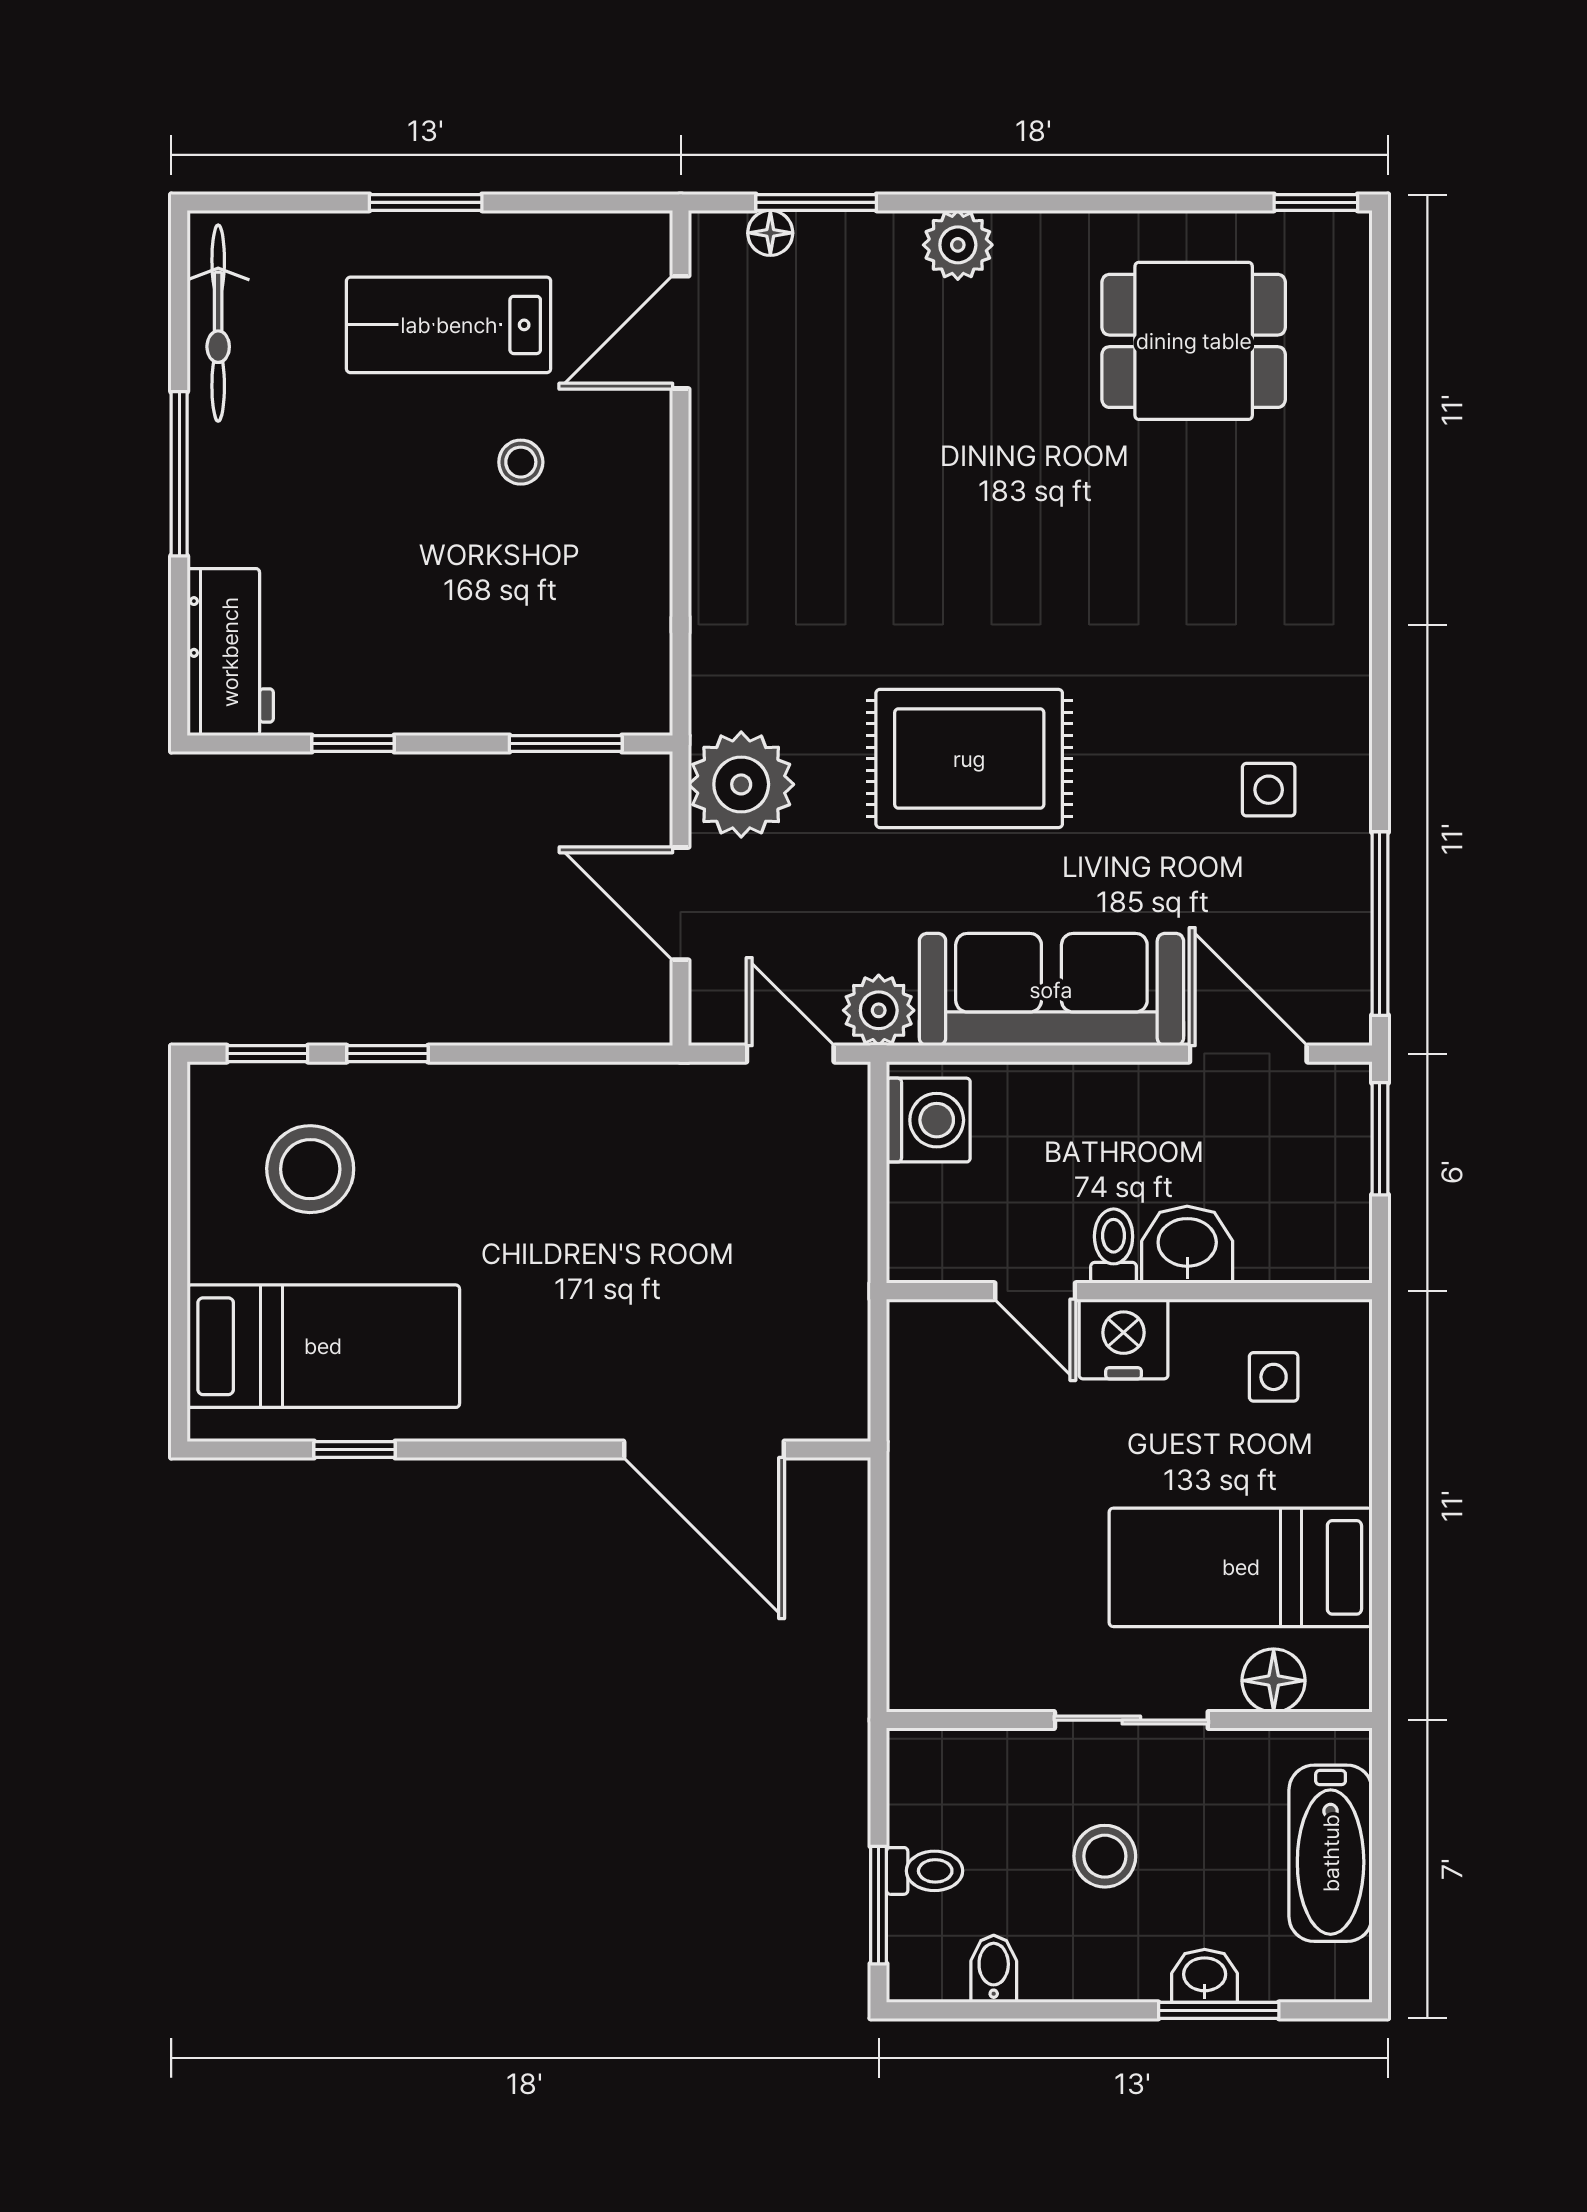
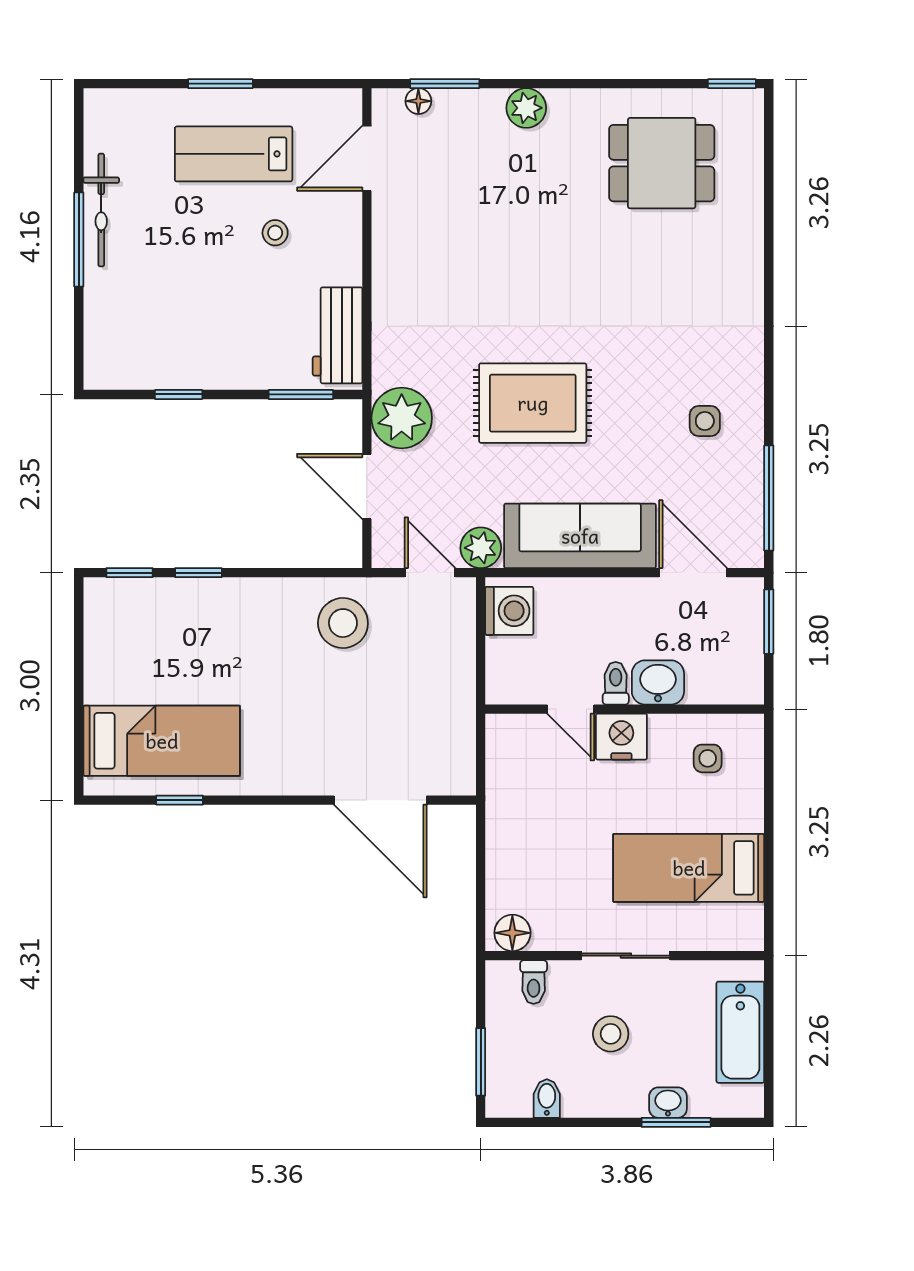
bicycle: (218, 323) -> (101, 210), moved
workbench: (230, 652) -> (338, 335), moved, turned 180
stool: (310, 1169) -> (343, 623), moved
floor lamp: (1274, 1681) -> (512, 933), moved
toilet: (925, 1871) -> (534, 982), moved, turned 90

